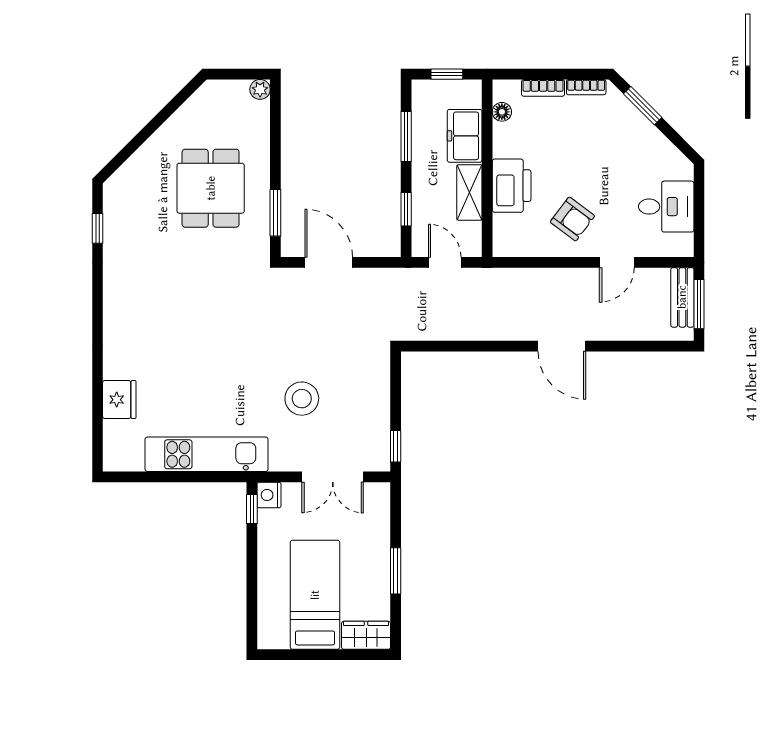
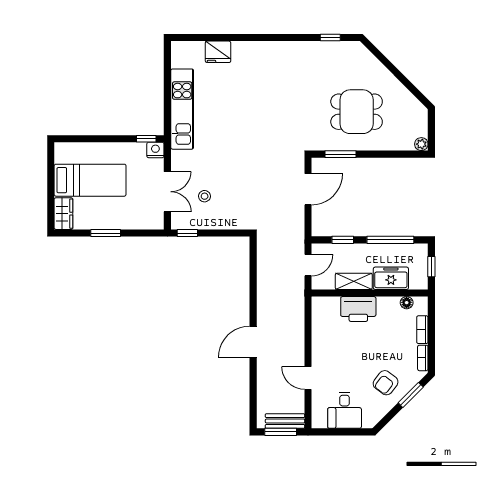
window: (406, 137) -> (390, 240), width x1.44
armchair: (572, 219) -> (386, 383), moved
stool: (302, 399) -> (205, 196), moved, width x0.53, depth x0.53
double door: (333, 477) -> (167, 192), swing flipped

